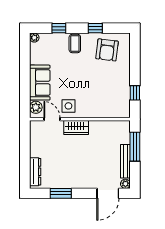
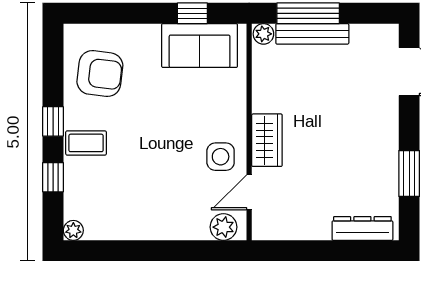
window: (95, 28) -> (53, 121), moved
sofa: (40, 83) -> (200, 46), moved, turned 180
bench: (125, 161) -> (312, 34), moved
plant: (125, 184) -> (263, 34), moved

